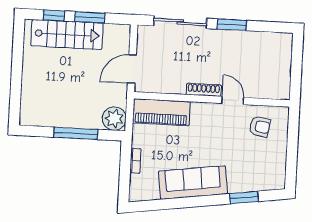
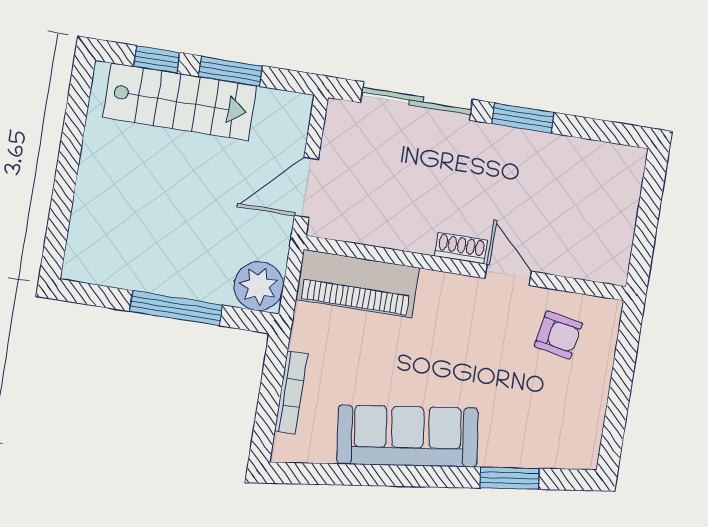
shoe rack: (204, 90) -> (461, 248), width x0.70
bookcase: (135, 161) -> (291, 392), width x1.56

